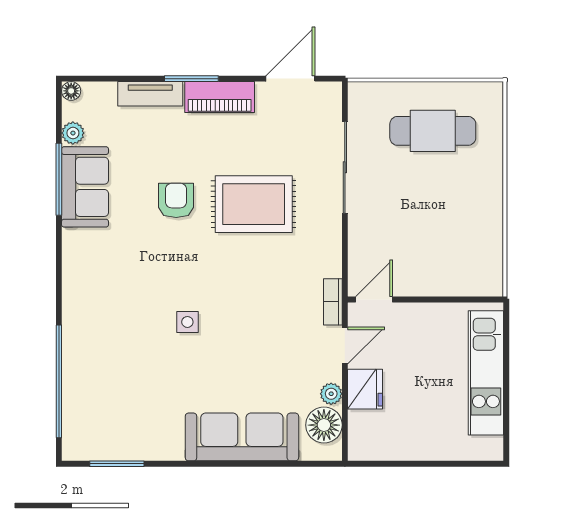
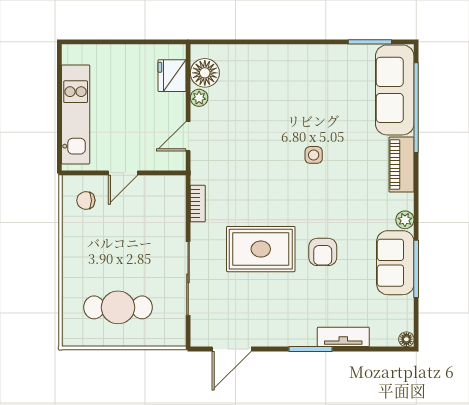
piano: (220, 97) -> (402, 165), moved, turned -90
plant: (73, 133) -> (405, 220), moved
chair: (473, 265) -> (86, 200), added
door: (374, 300) -> (123, 173), moved
bookcase: (333, 302) -> (198, 204), moved
fridge: (365, 389) -> (172, 76), moved
sofa: (242, 437) -> (395, 90), moved, turned 90

